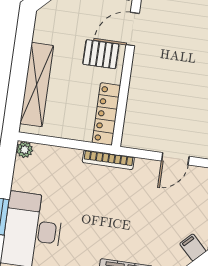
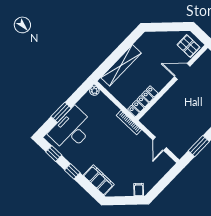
pallet: (101, 54) -> (160, 72), removed
door: (175, 159) -> (160, 144), hinge flipped

